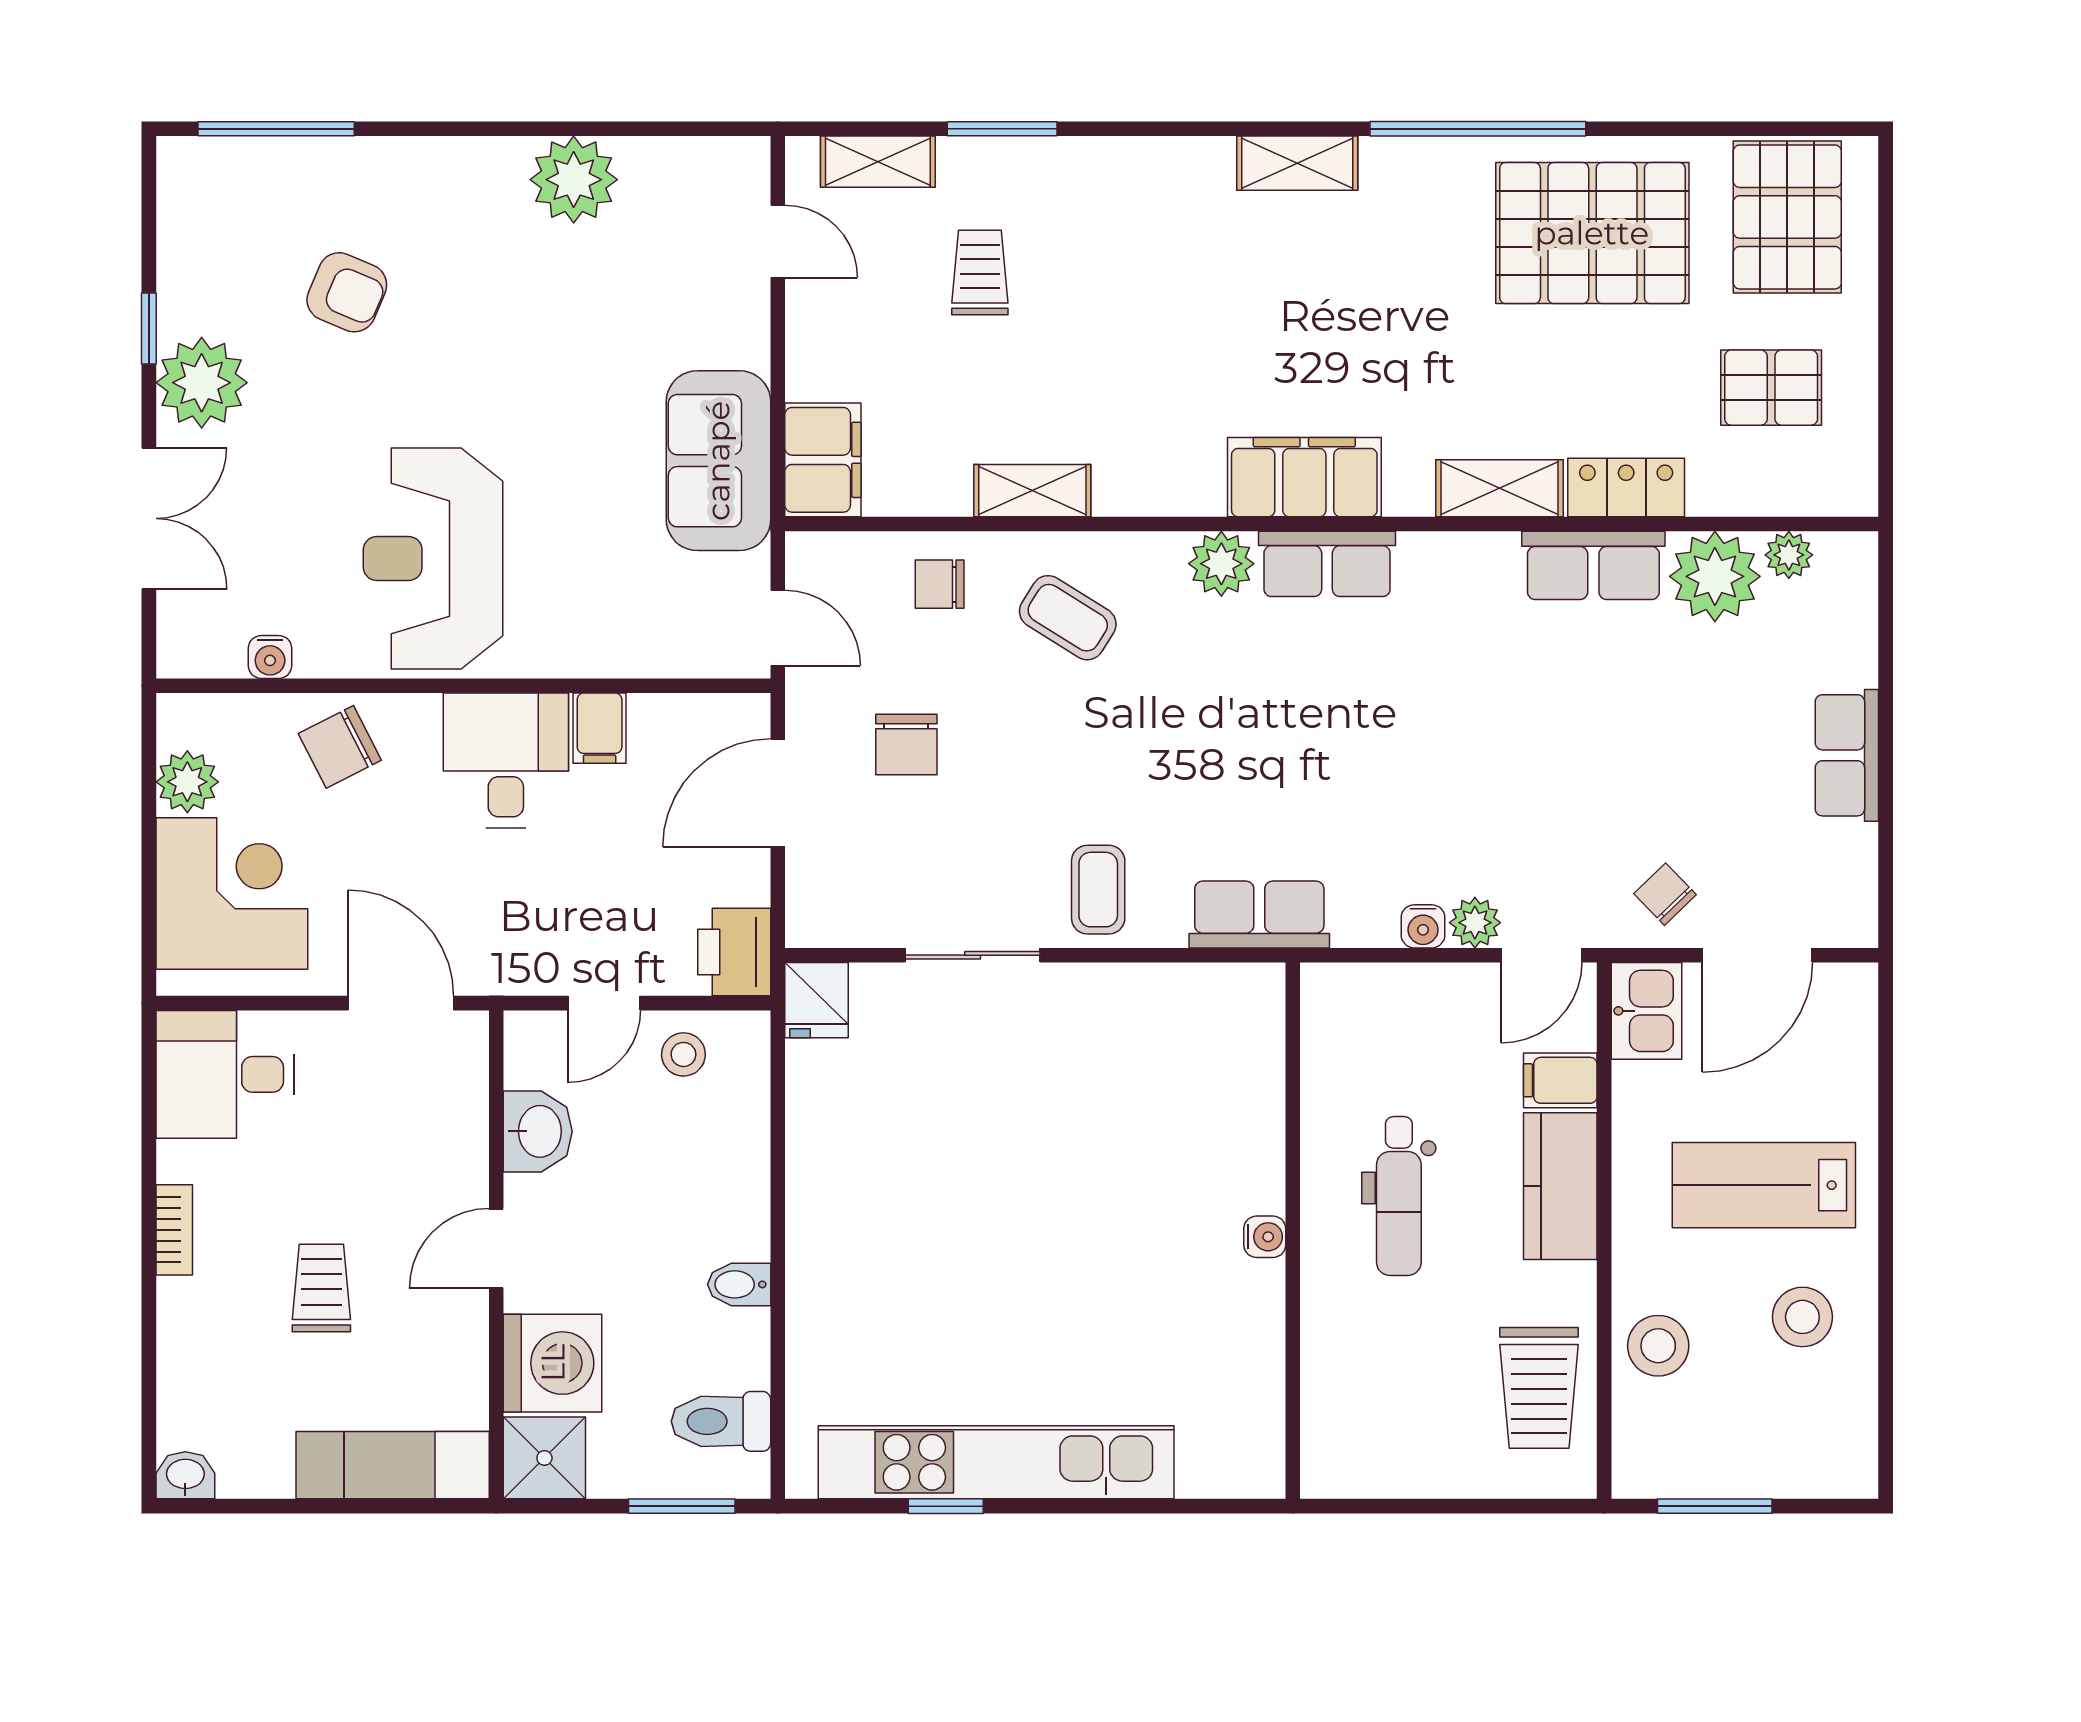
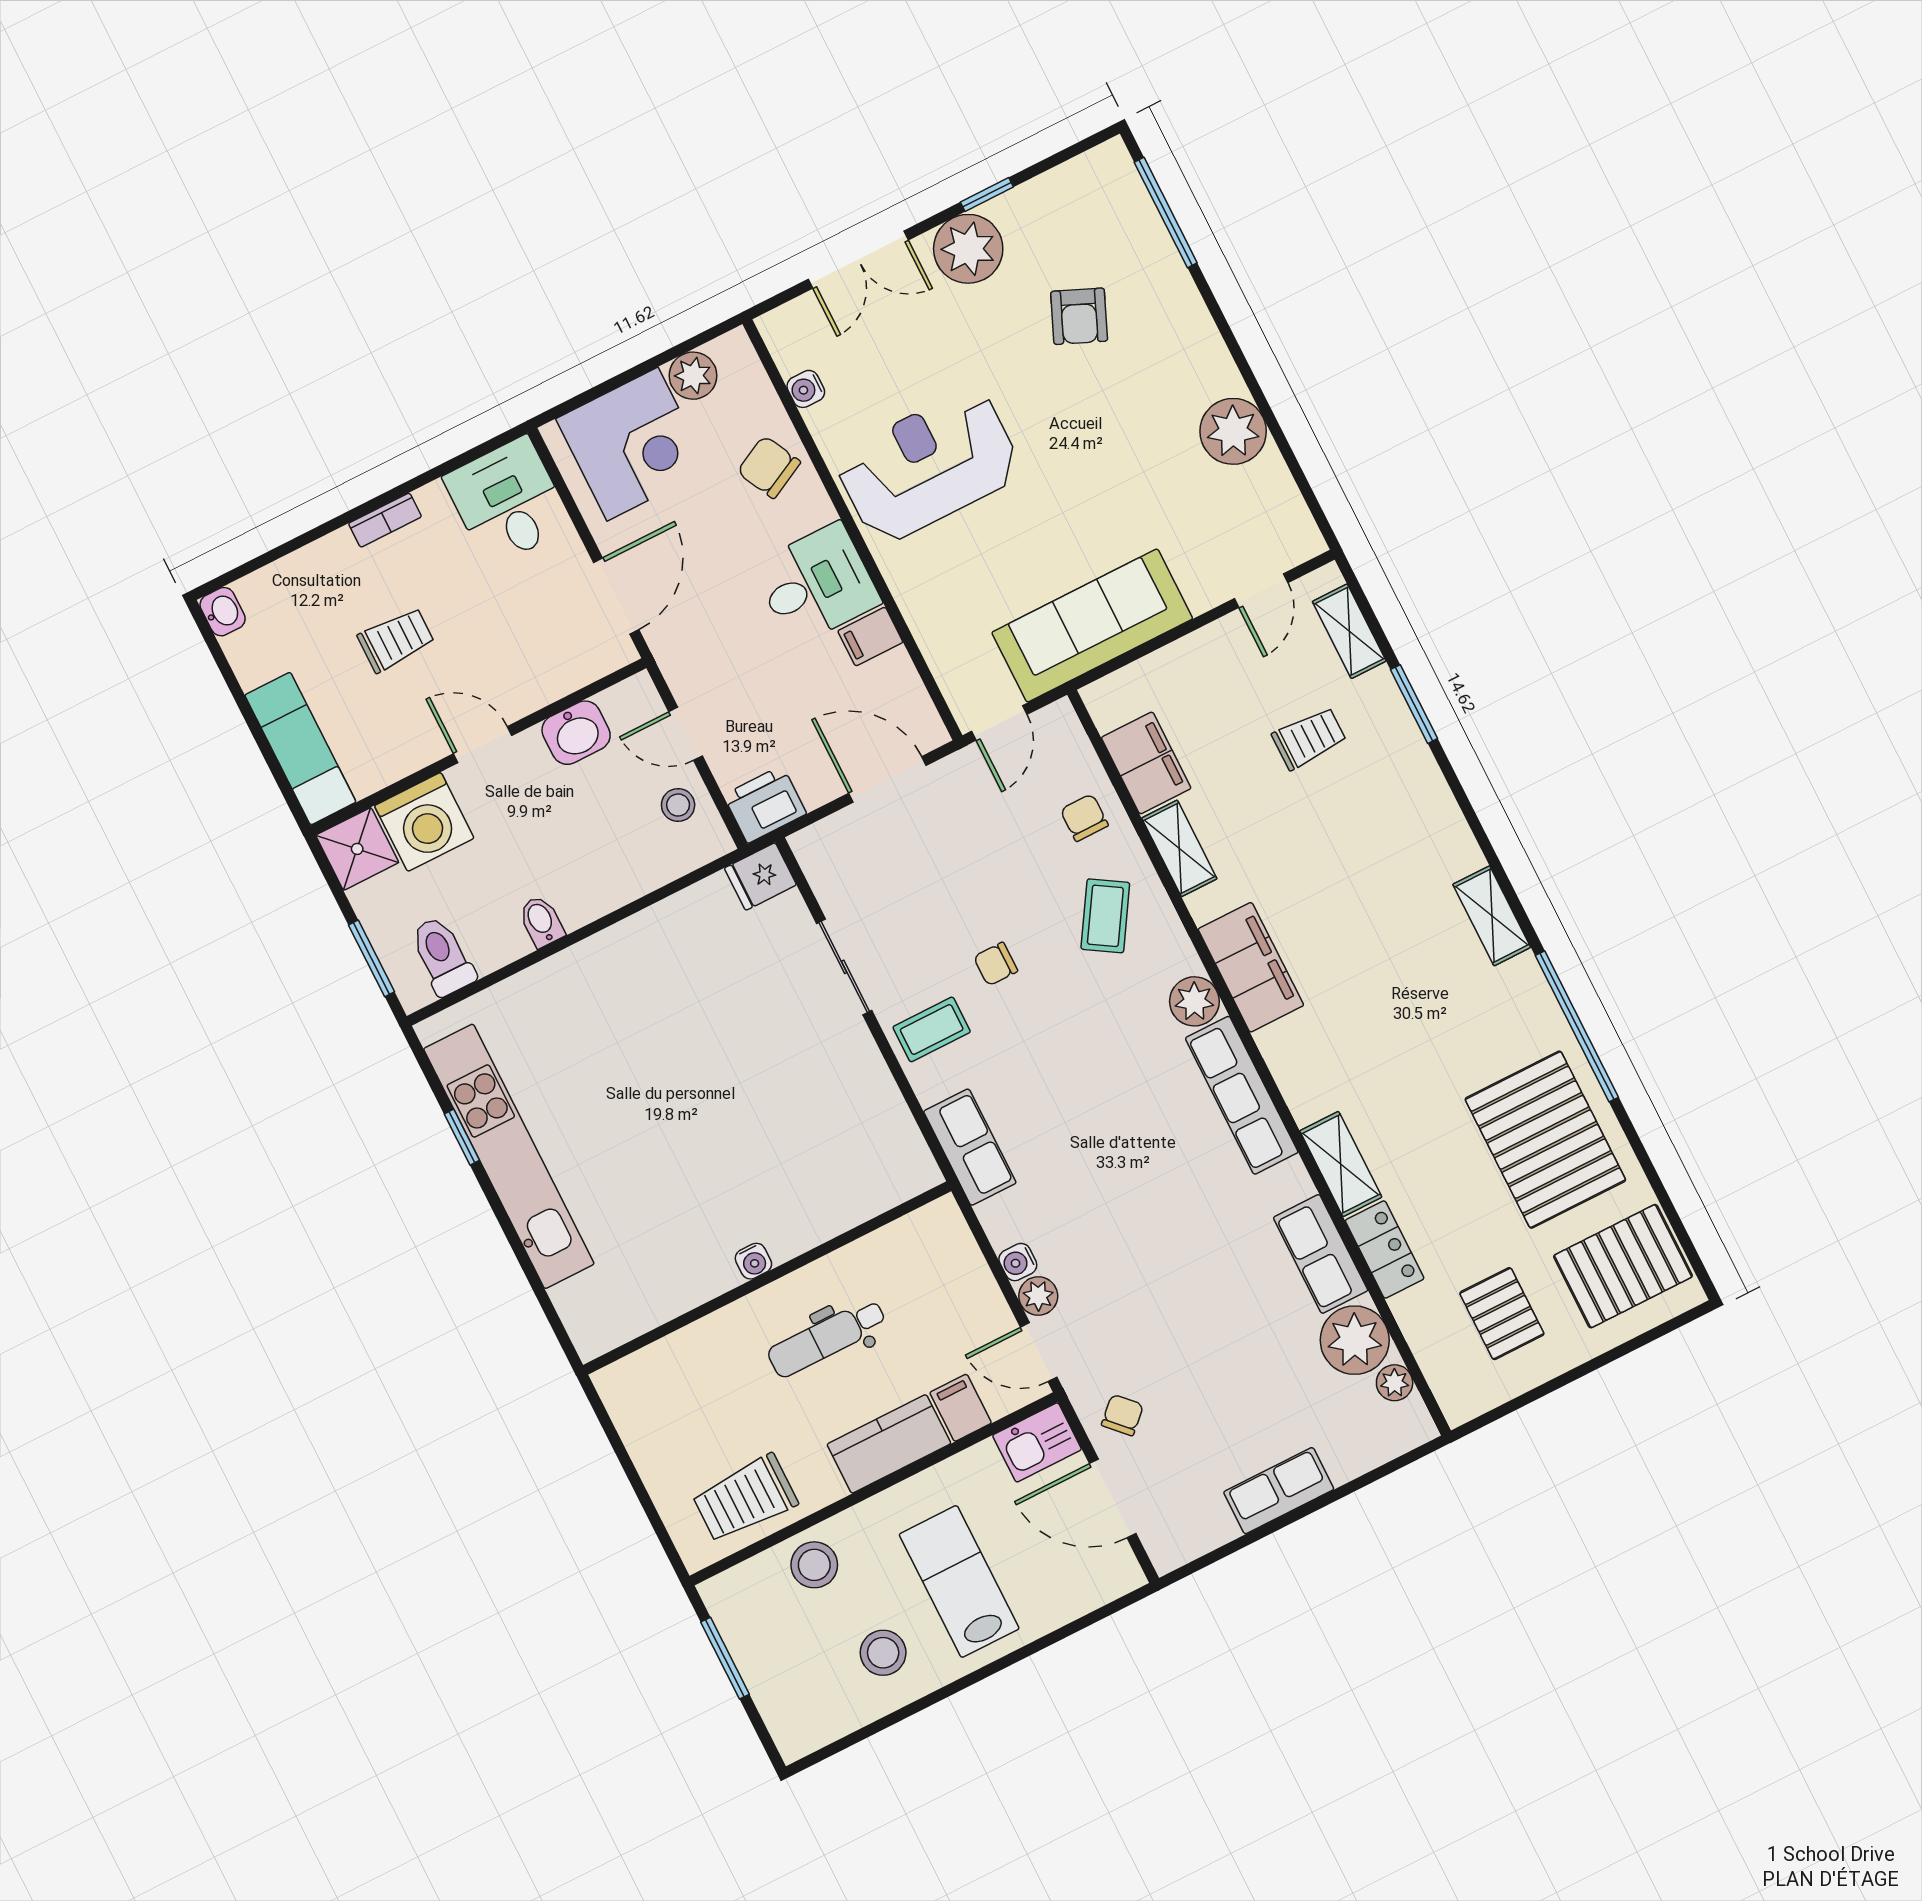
filing cabinet: (823, 460) -> (1146, 763), moved, turned -90
sofa: (718, 461) -> (1092, 626), width x1.36
filing cabinet: (1304, 477) -> (1251, 967), moved
row of seats: (1327, 564) -> (1242, 1095), width x1.48
chair: (906, 745) -> (996, 964), moved, width x0.73, depth x0.73

